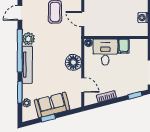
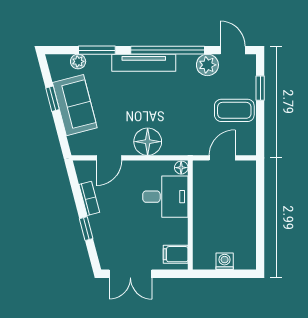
plant: (29, 39) -> (207, 65), moved
filing cabinet: (124, 46) -> (176, 254), moved
window: (135, 95) -> (86, 229), moved

